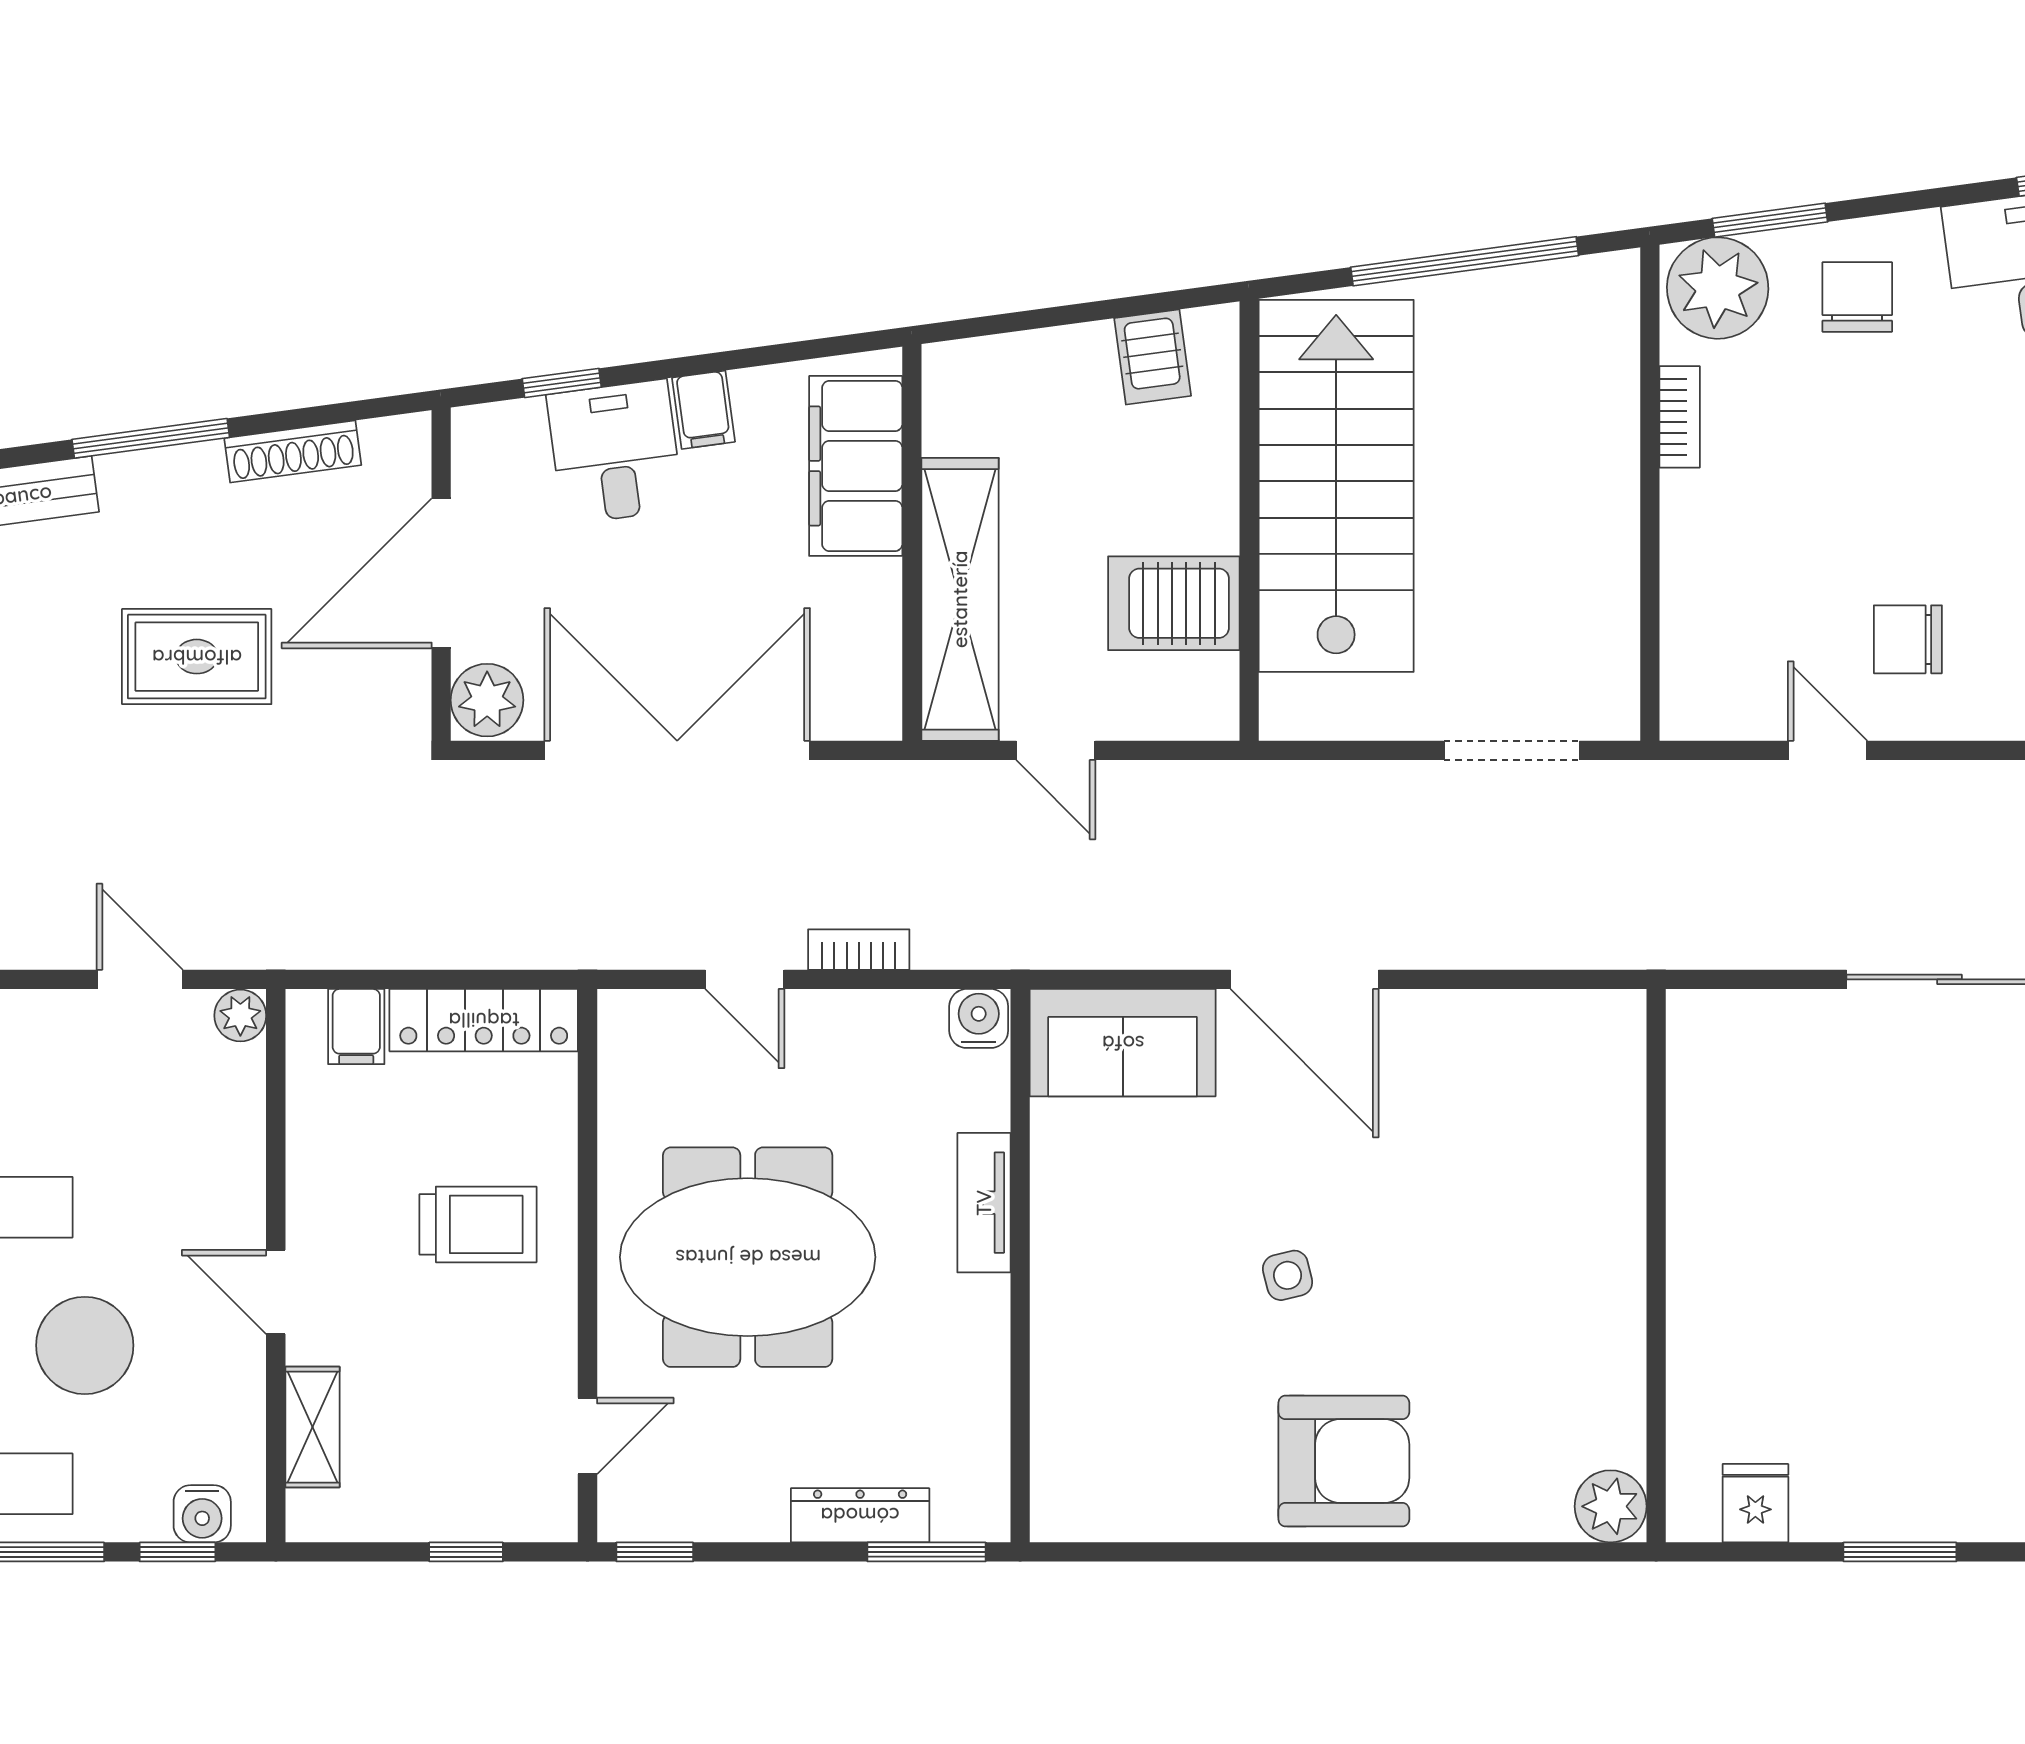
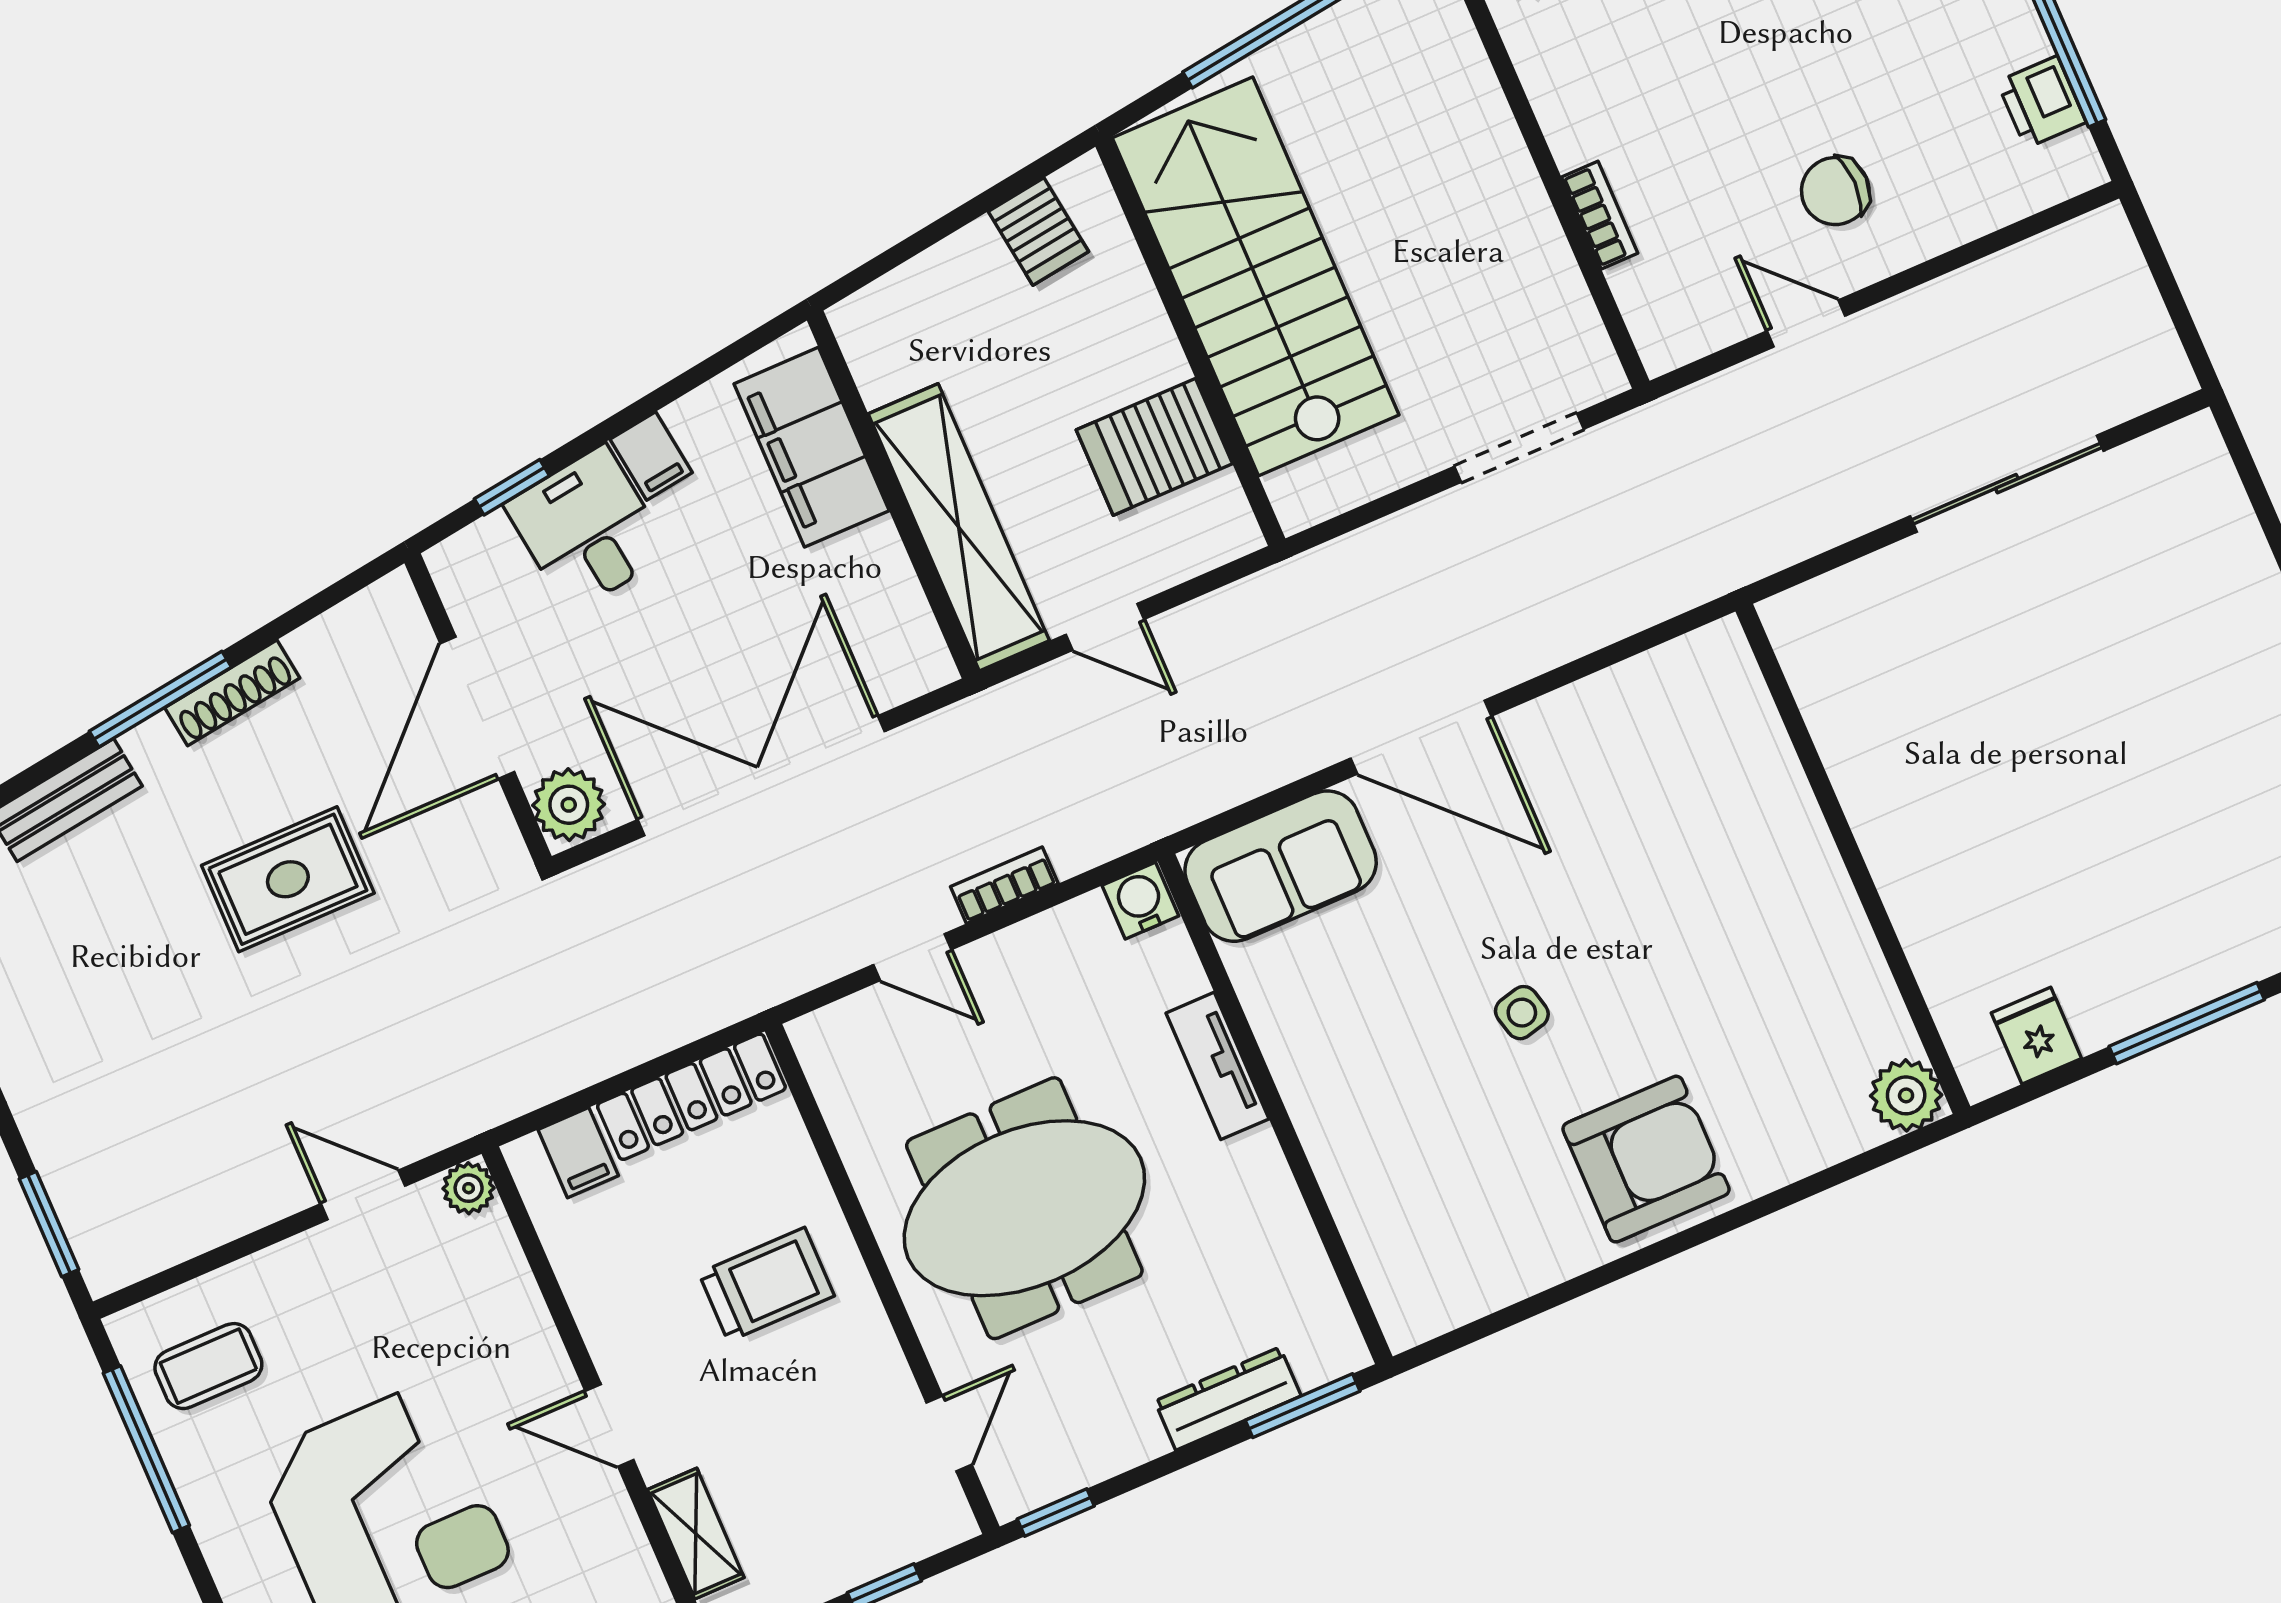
bookcase: (1680, 417) -> (1600, 215), moved
shoe rack: (293, 452) -> (232, 693), moved
window: (1900, 1552) -> (2187, 1023), width x1.44

